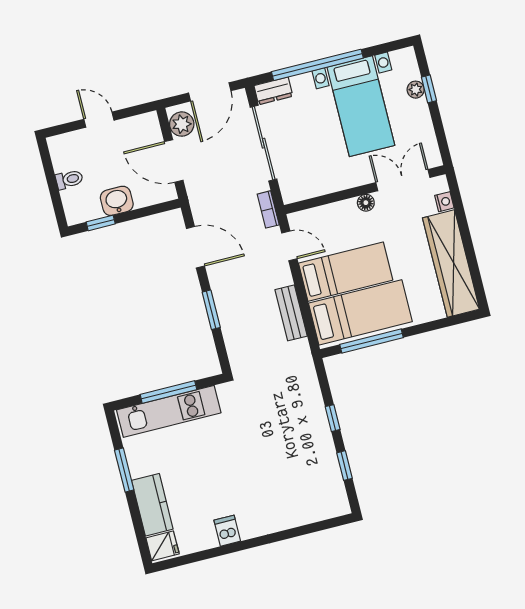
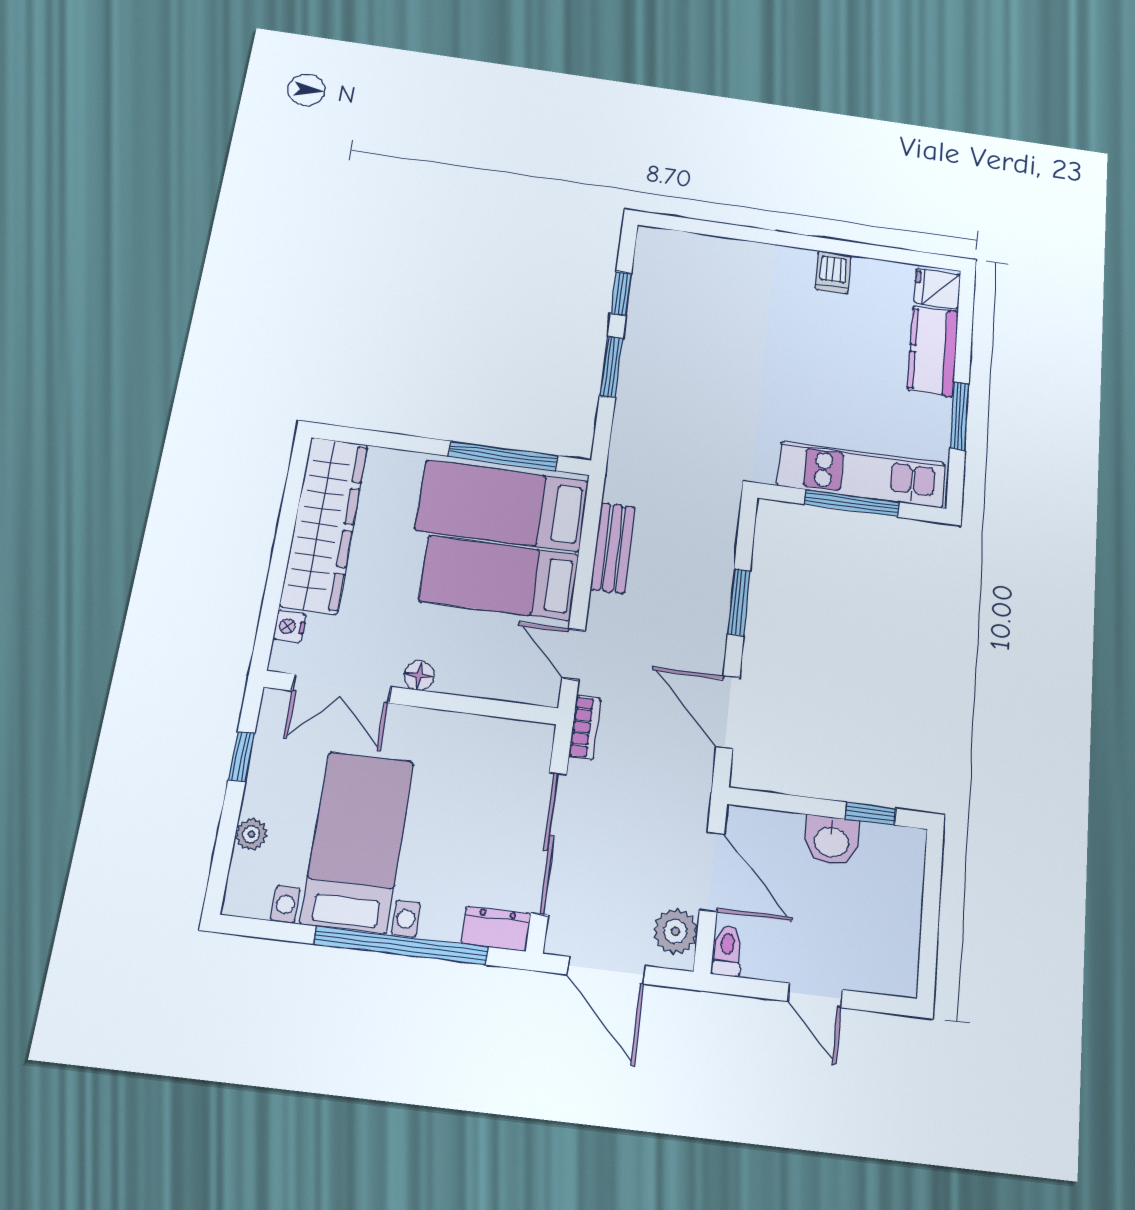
window: (429, 89) -> (242, 757), moved
door: (210, 92) -> (606, 970), swing flipped
toilet: (69, 179) -> (727, 951), moved, turned 90
window: (333, 418) -> (611, 367), width x1.50

